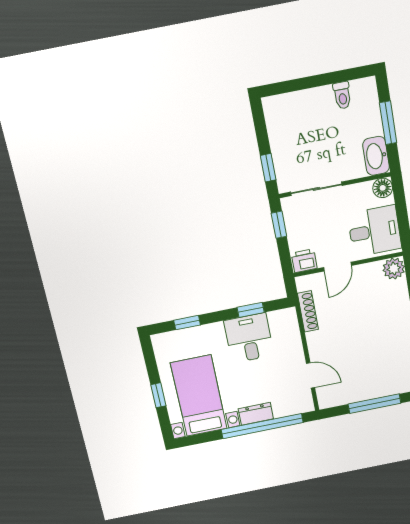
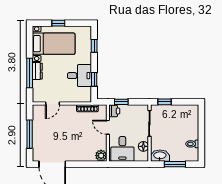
floor lamp: (383, 188) -> (143, 146), moved
window: (279, 225) -> (121, 102), moved
window: (262, 426) -> (30, 73), width x0.68

